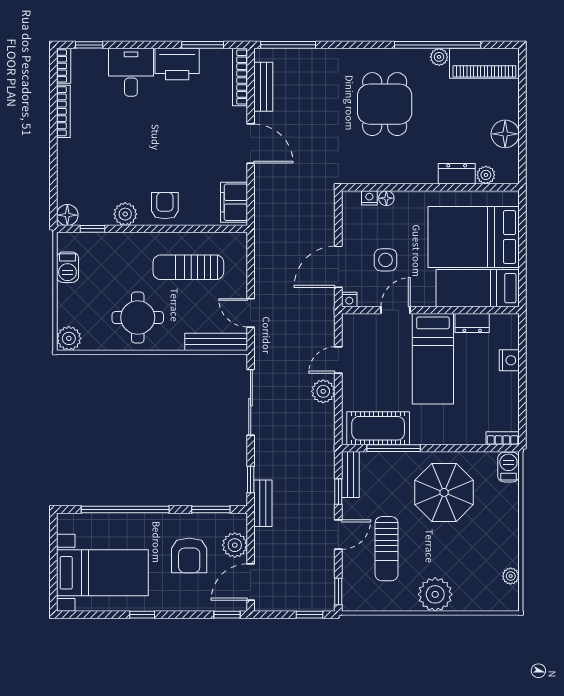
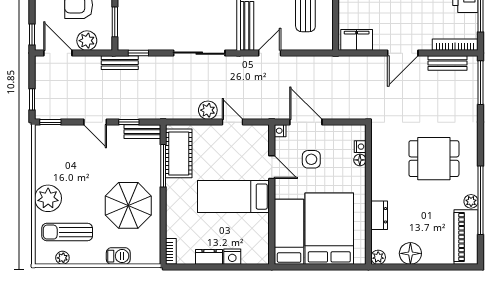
plant: (486, 175) -> (378, 257), moved
dresser: (472, 323) -> (209, 257), moved, turned 90
barbecue: (508, 467) -> (118, 256), moved
sun lounger: (387, 549) -> (67, 232), moved

